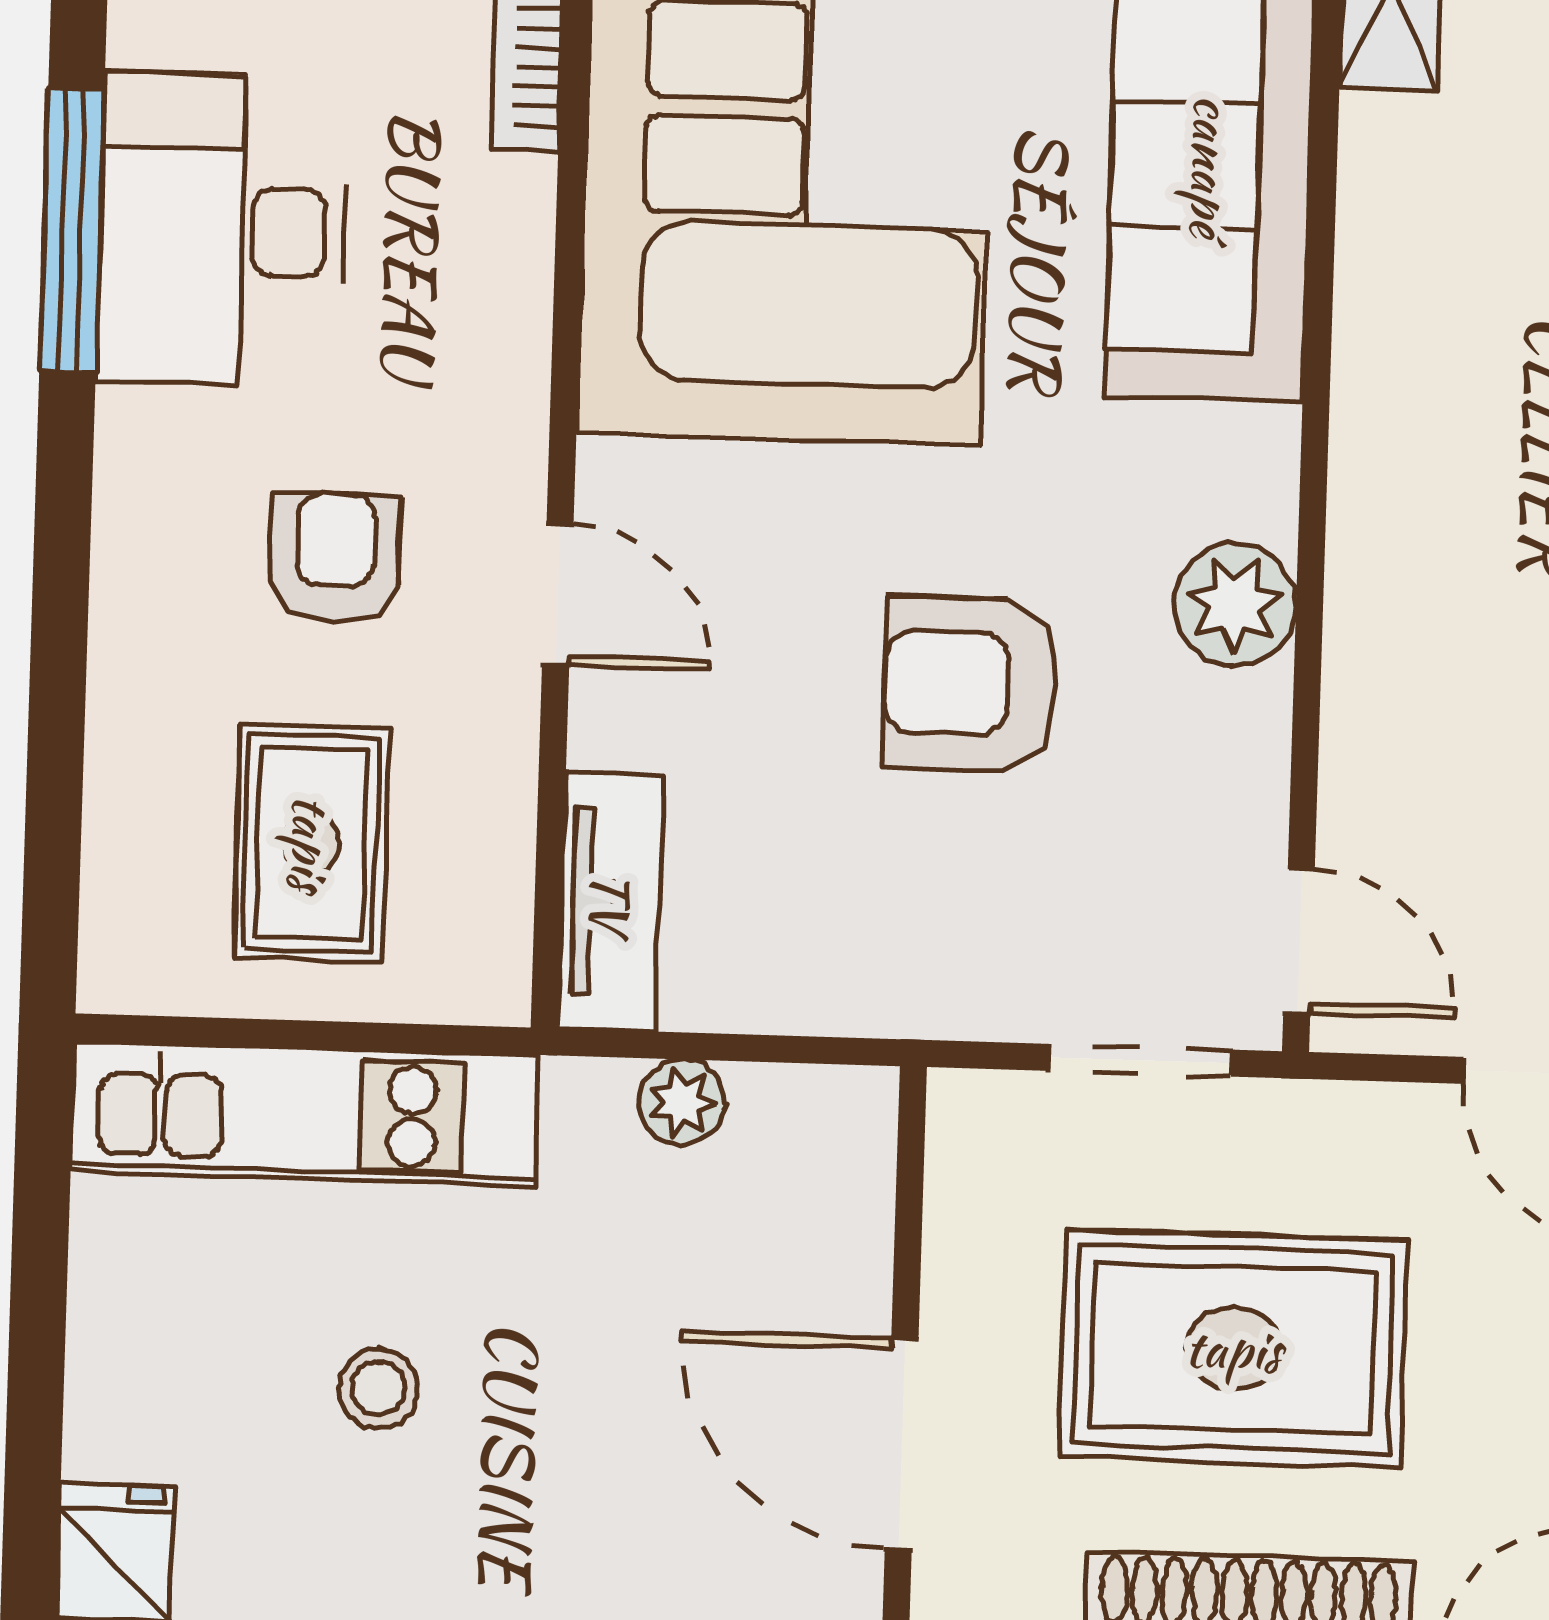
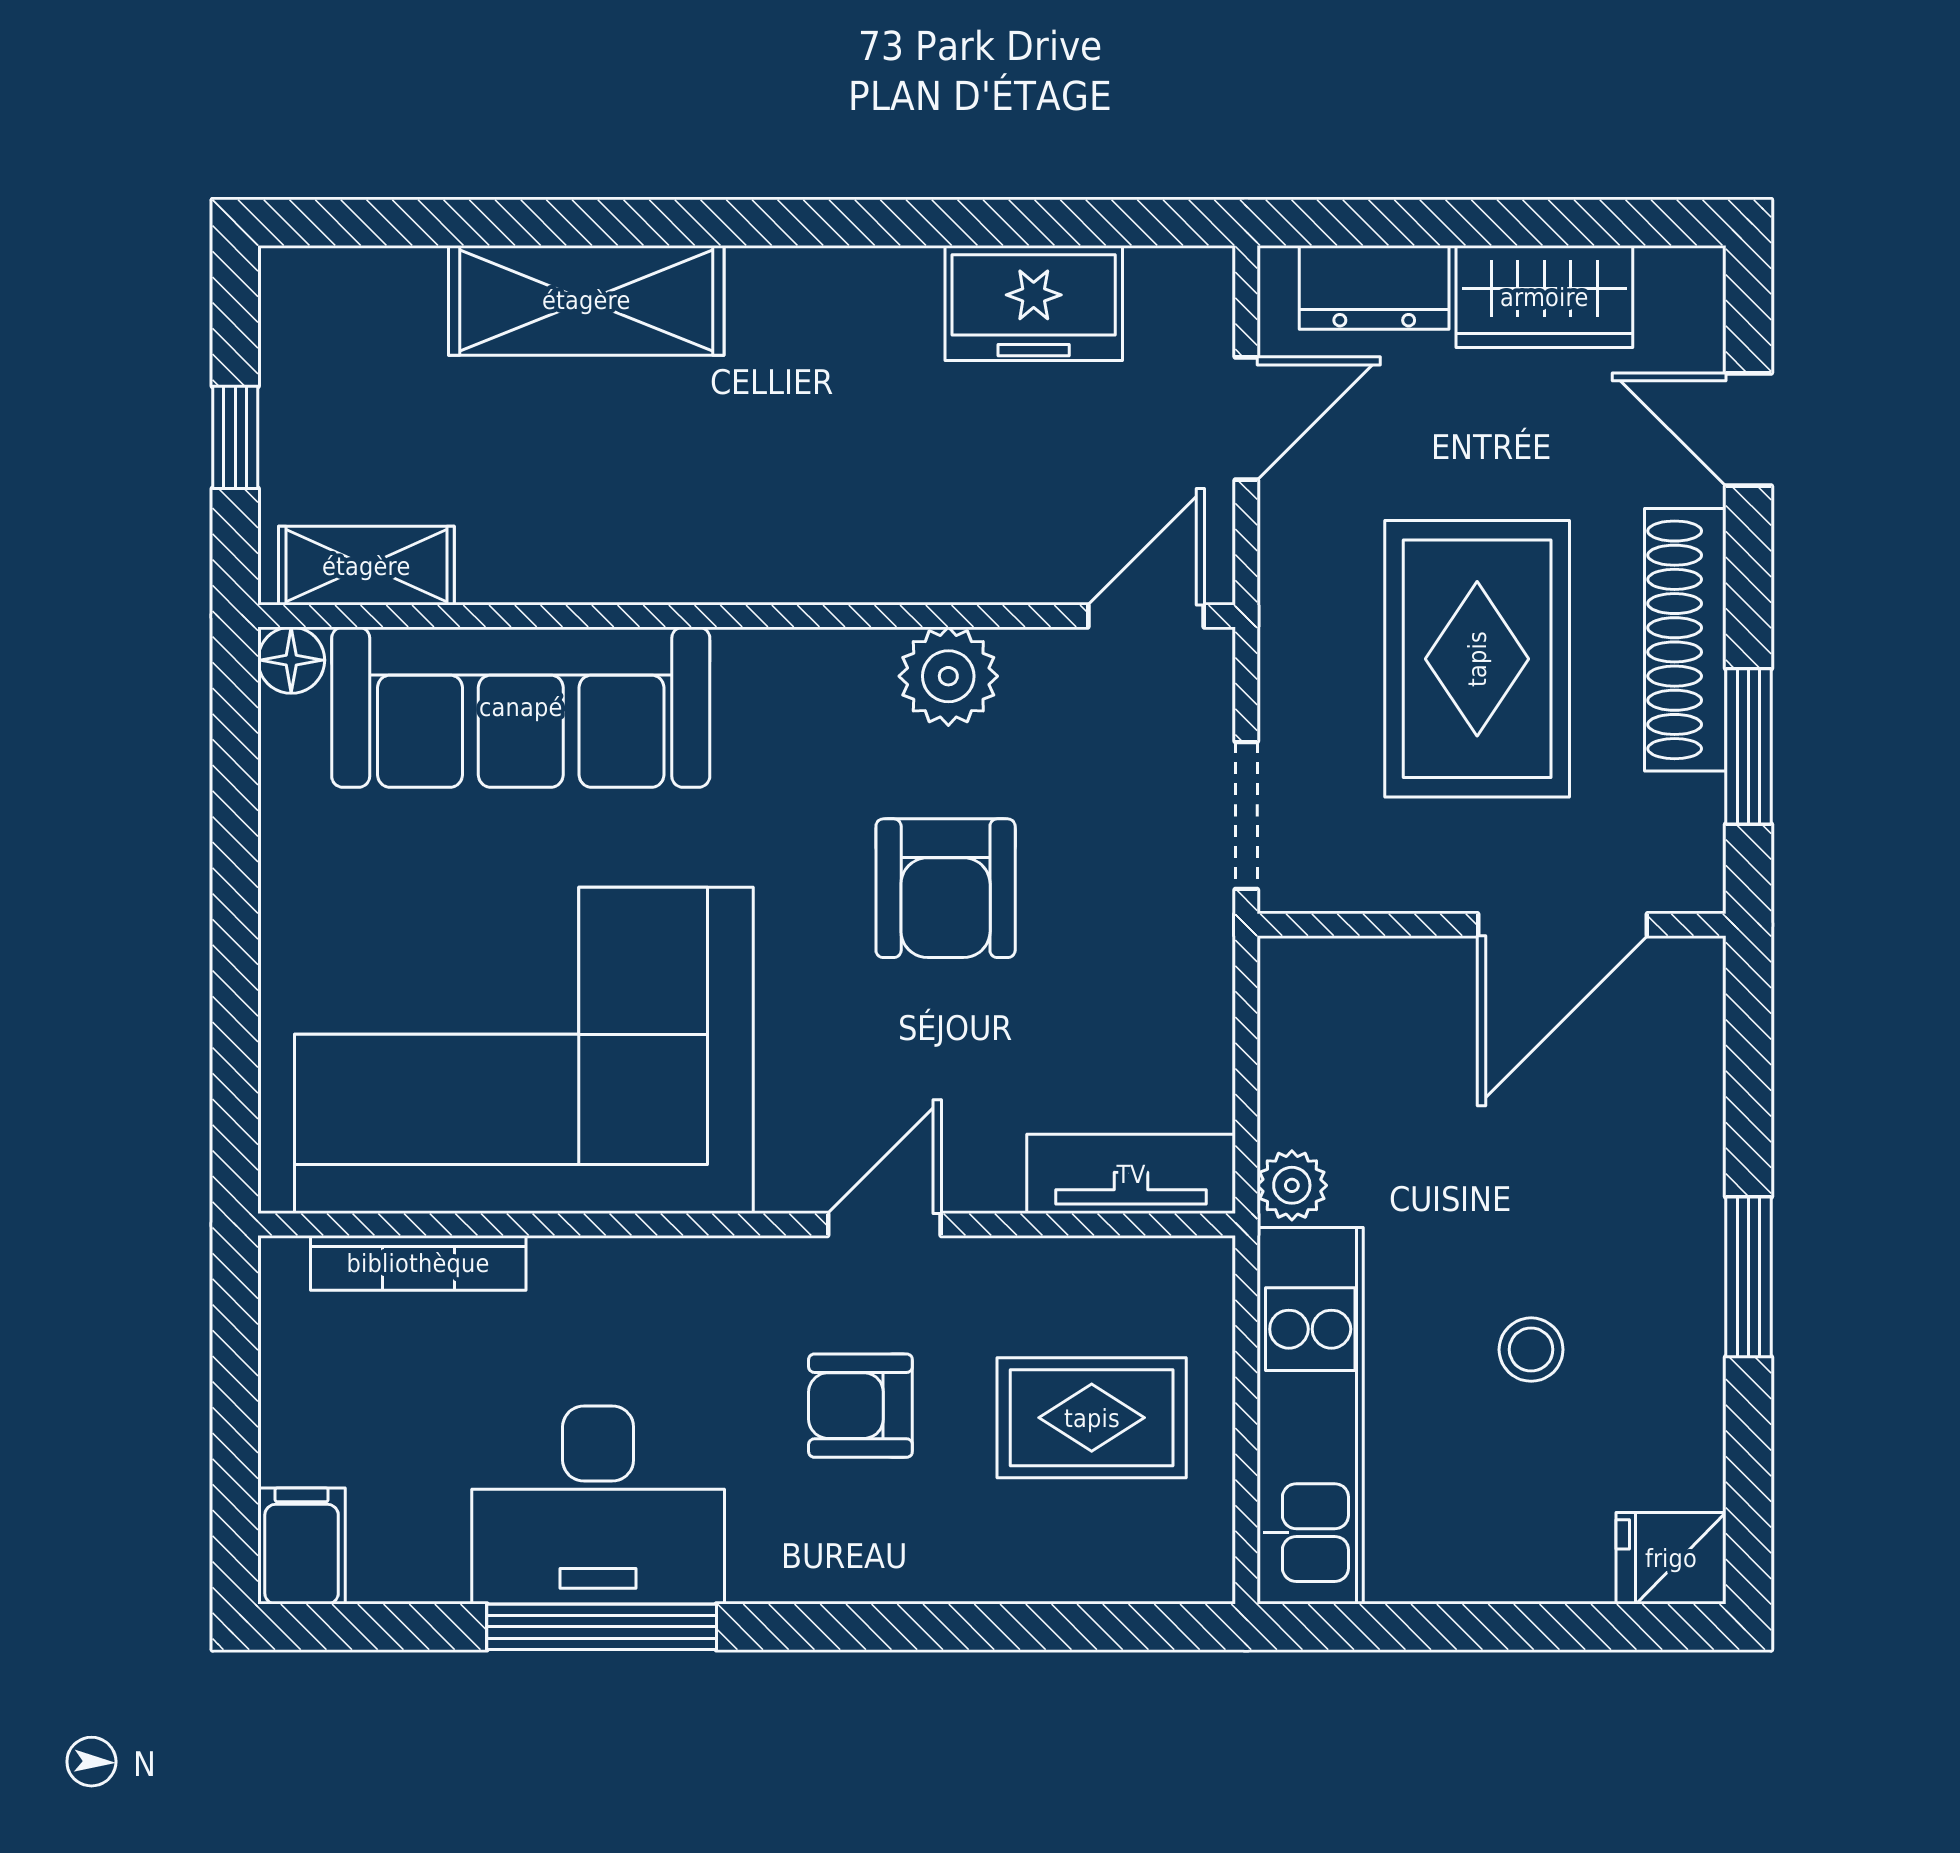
plant: (1235, 605) -> (948, 676), moved
doorway: (1140, 1060) -> (1246, 816), moved
plant: (682, 1102) -> (1292, 1185), moved

